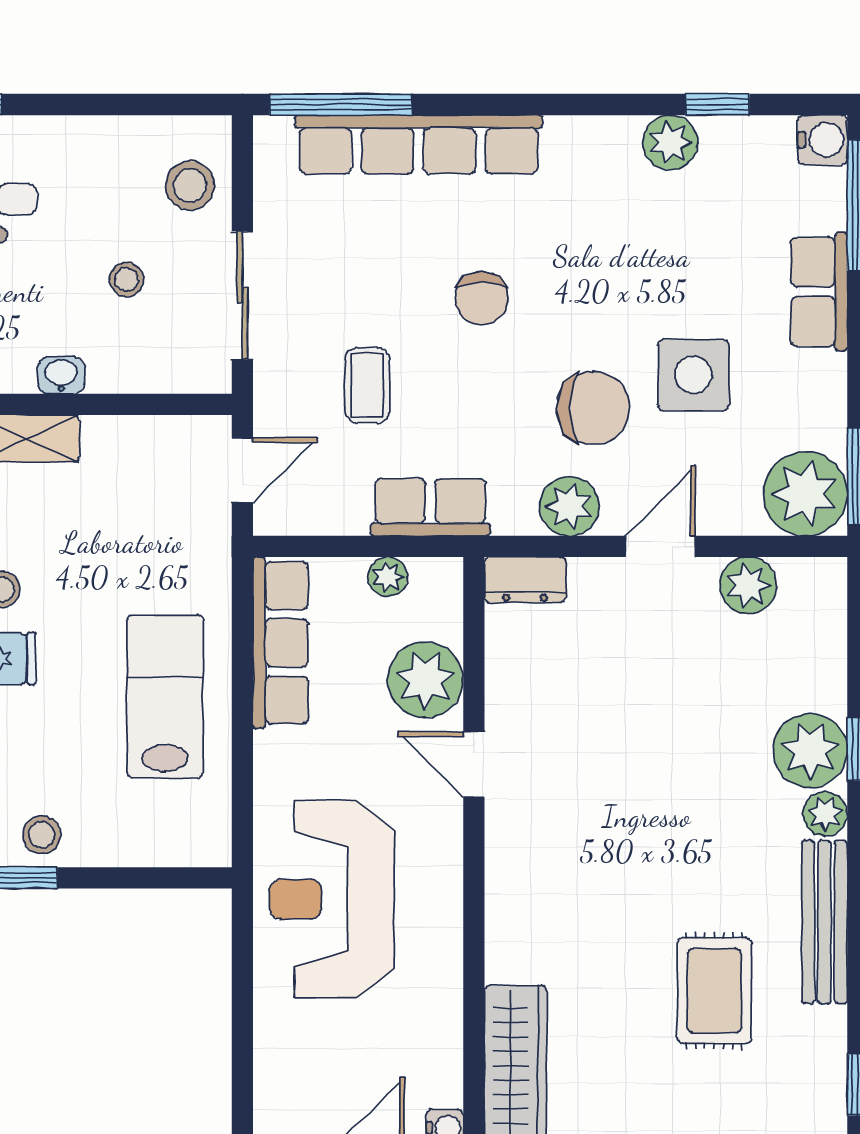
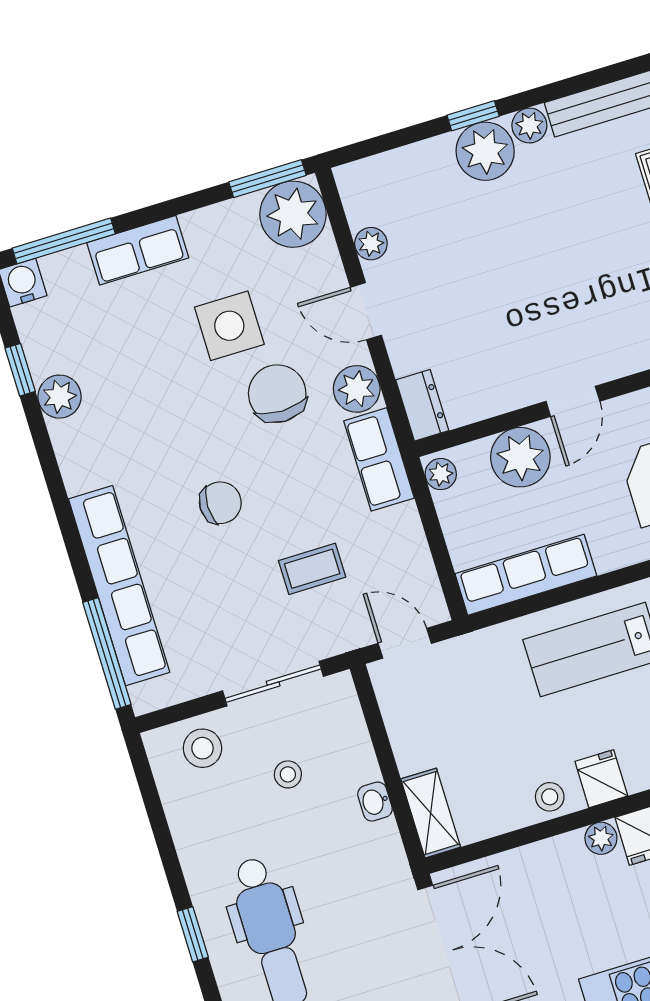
row of seats: (430, 507) -> (379, 459), moved
plant: (388, 577) -> (441, 474), moved
plant: (748, 585) -> (371, 244), width x0.73, depth x0.73

